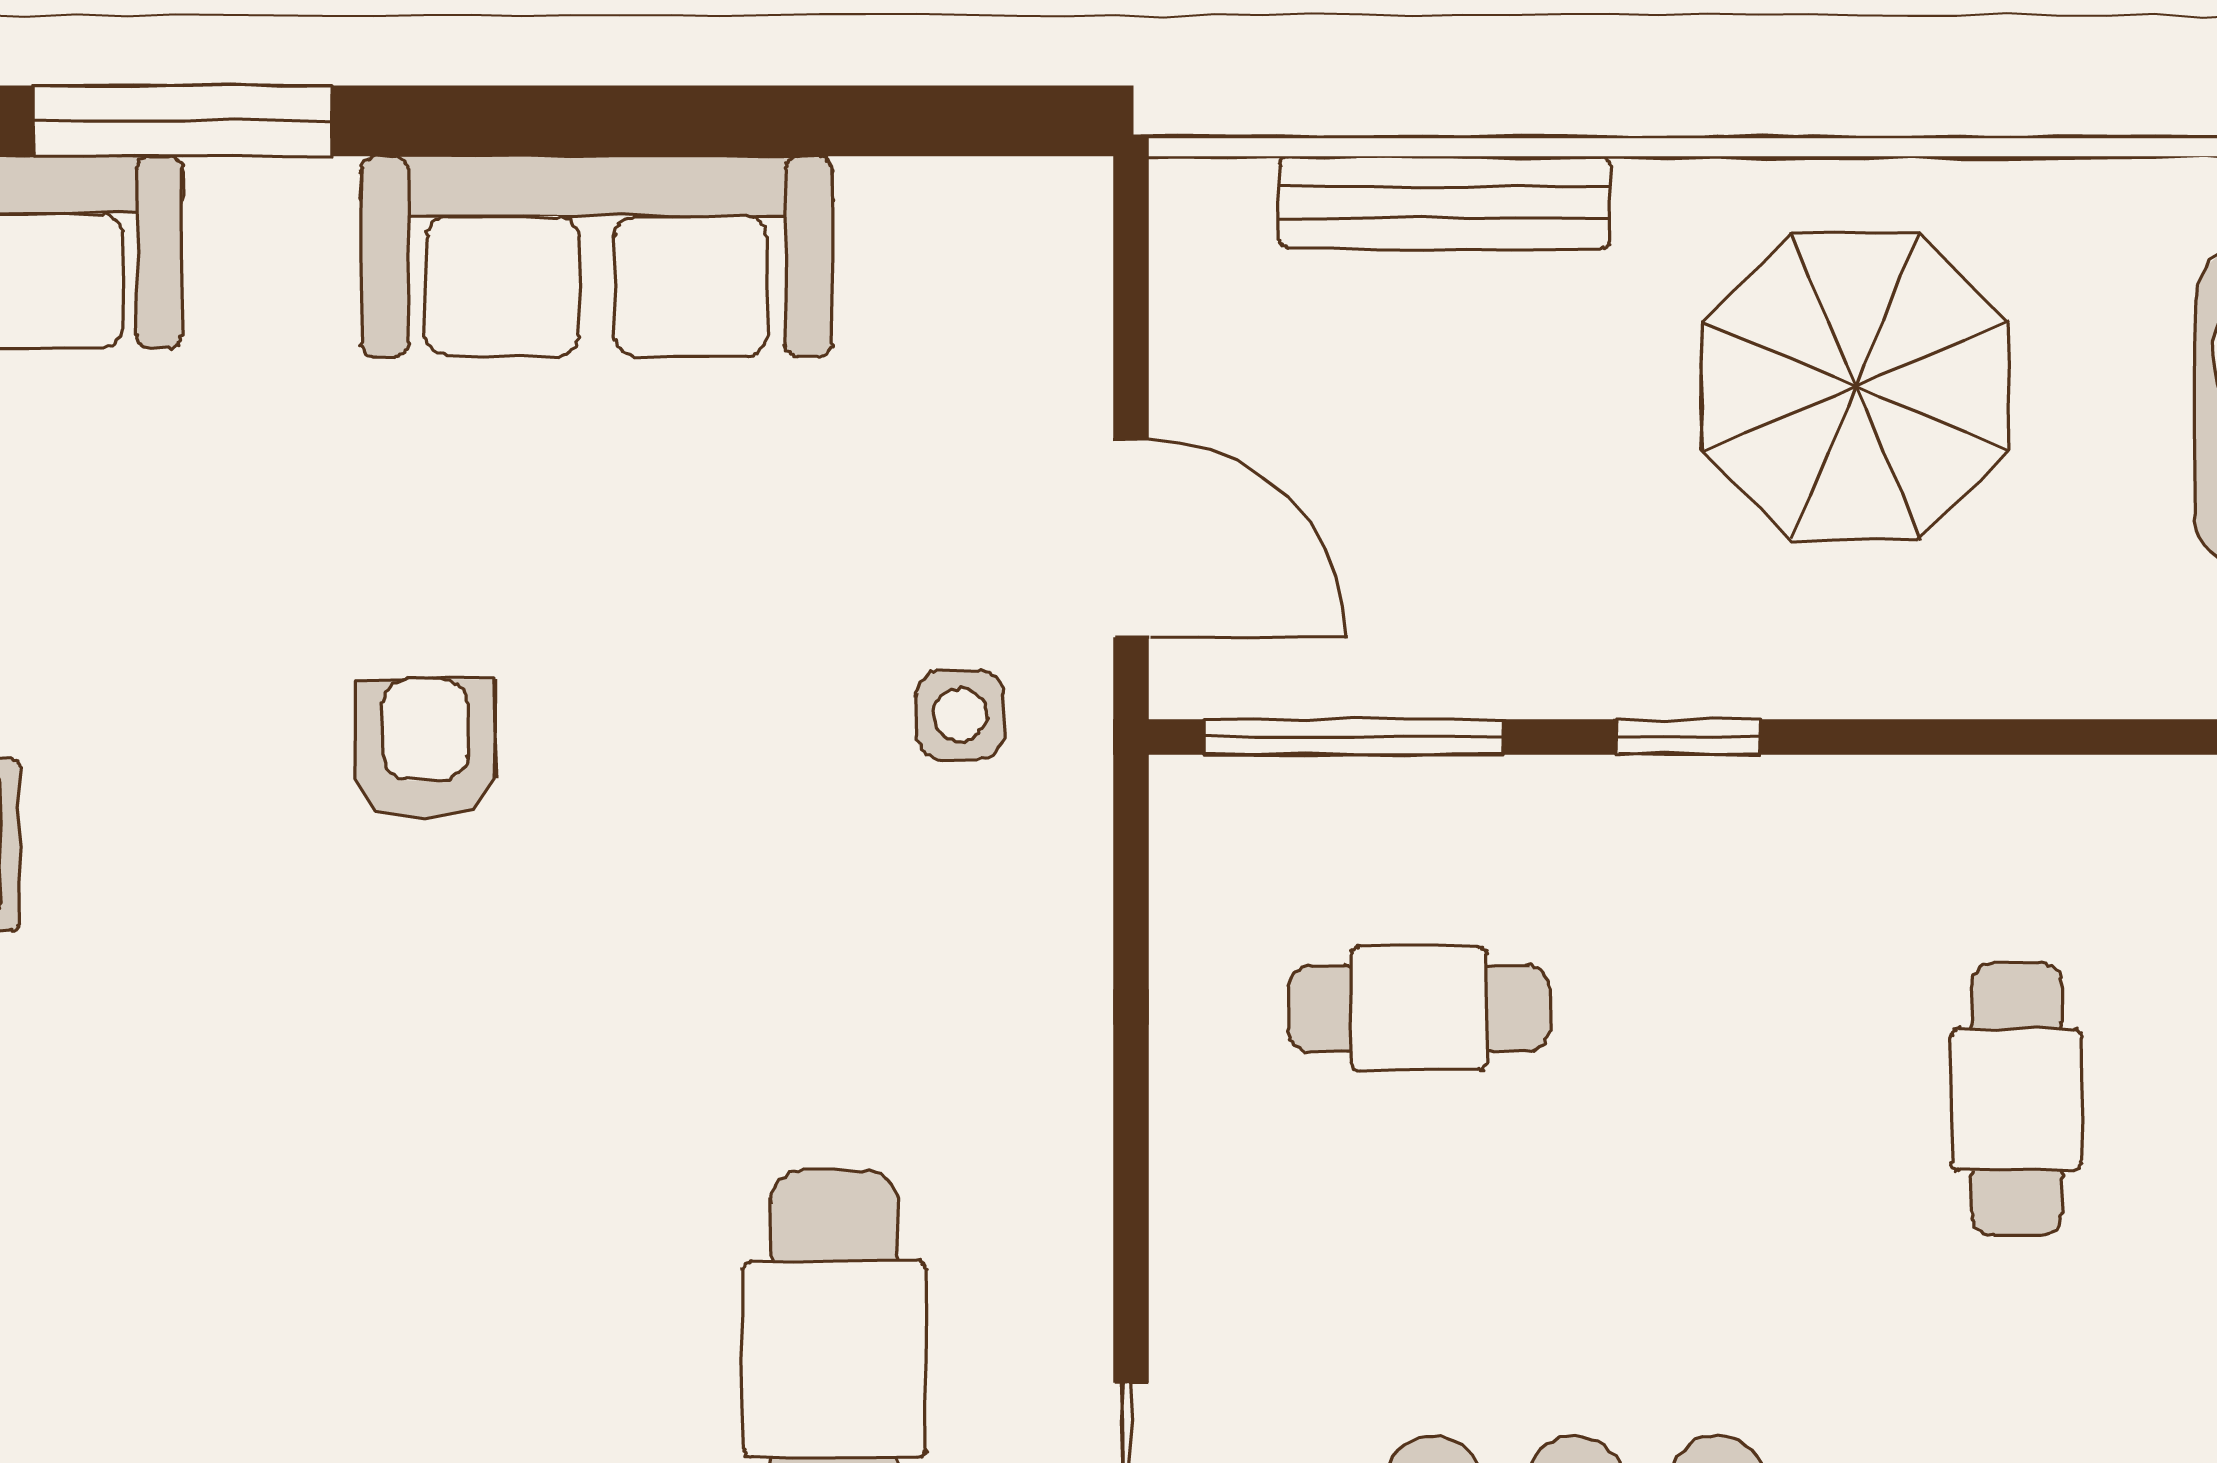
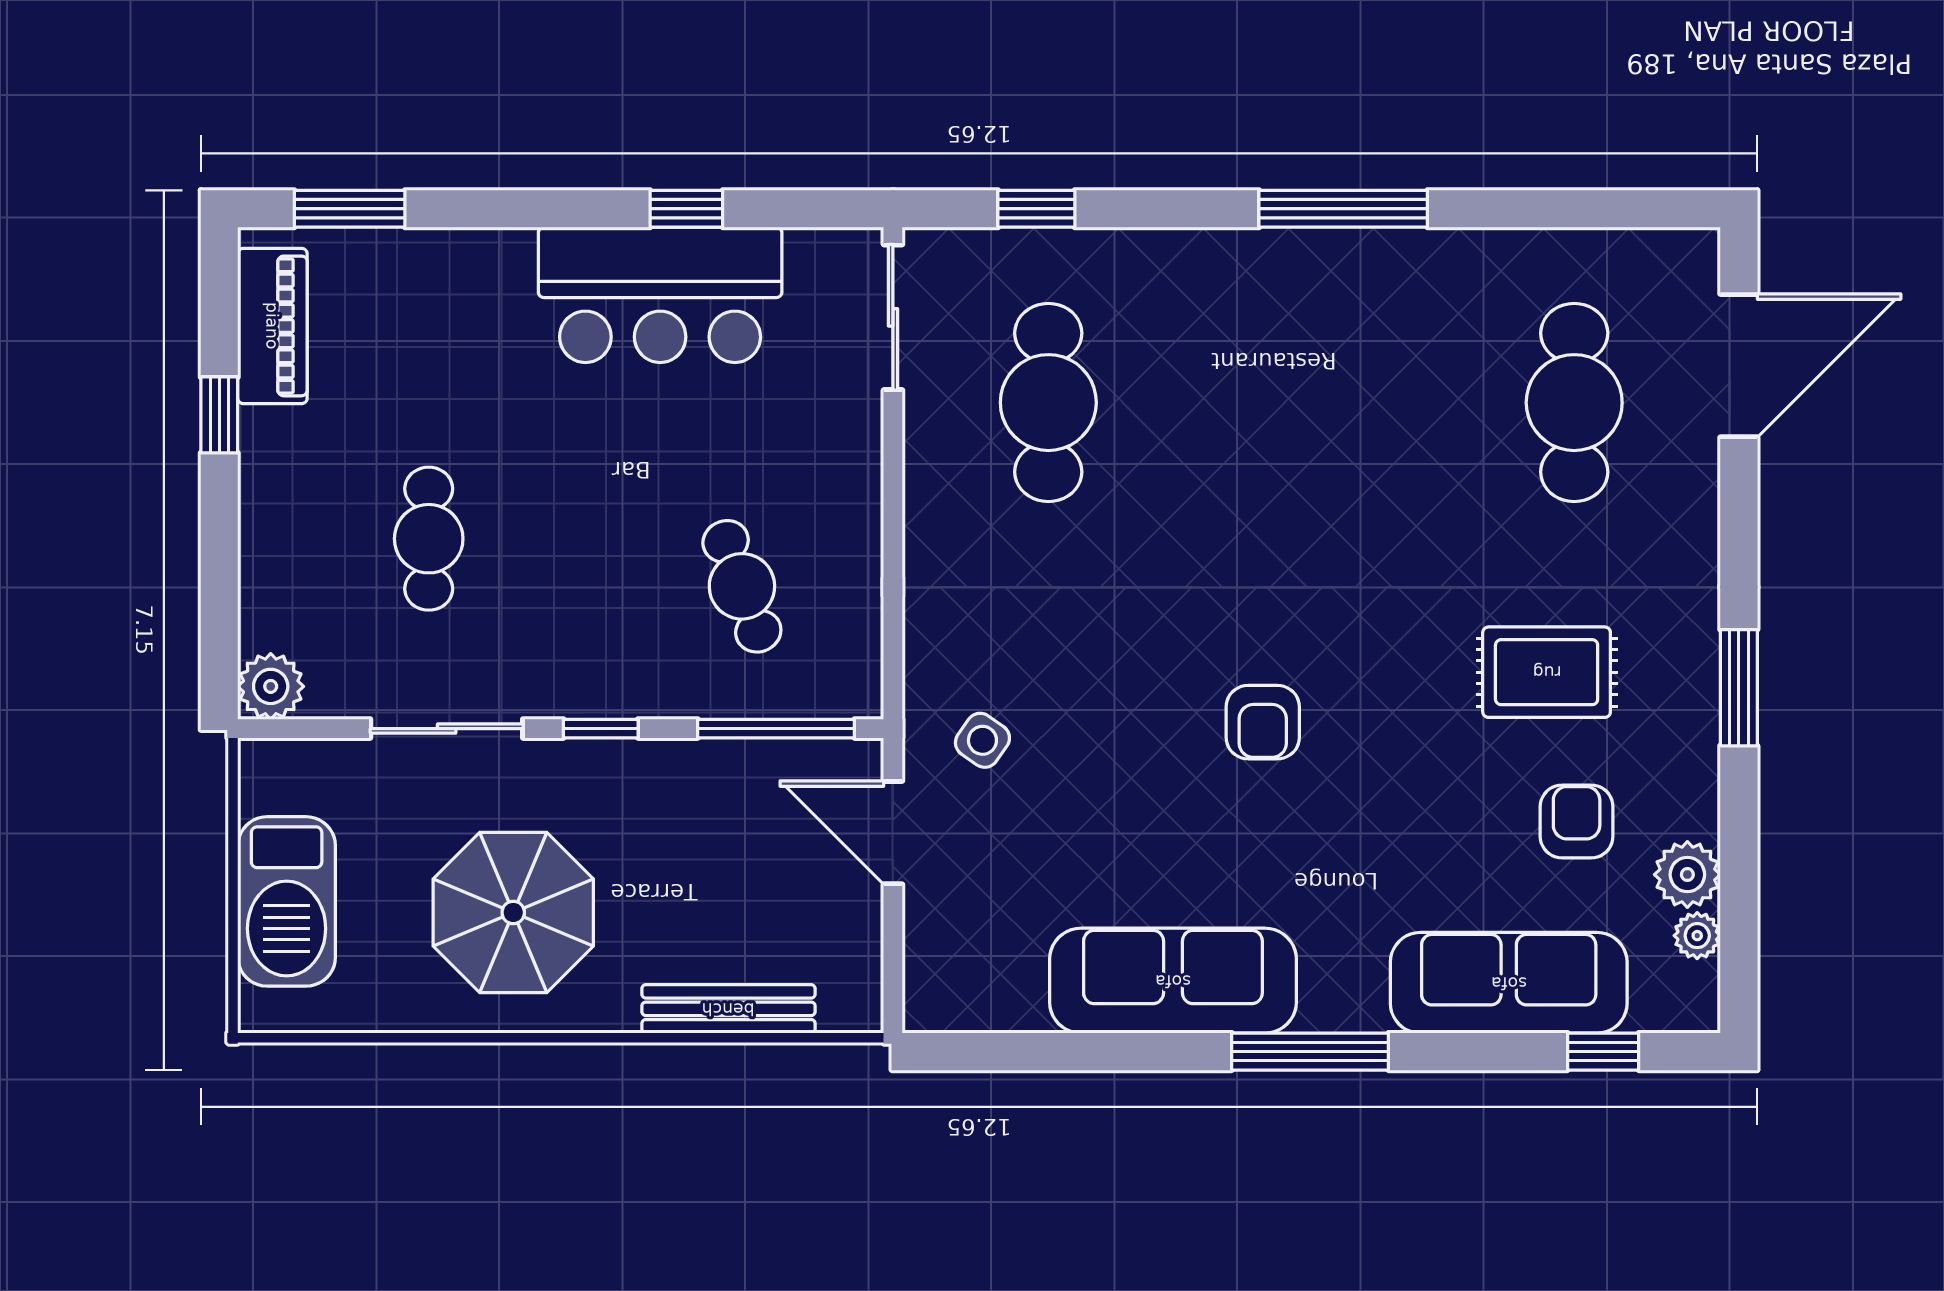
window: (183, 121) -> (1310, 1052), moved
side table: (960, 715) -> (982, 740), turned 35
sliding door: (1983, 737) -> (447, 729), added
cafe table: (1419, 1009) -> (742, 586), turned 70

